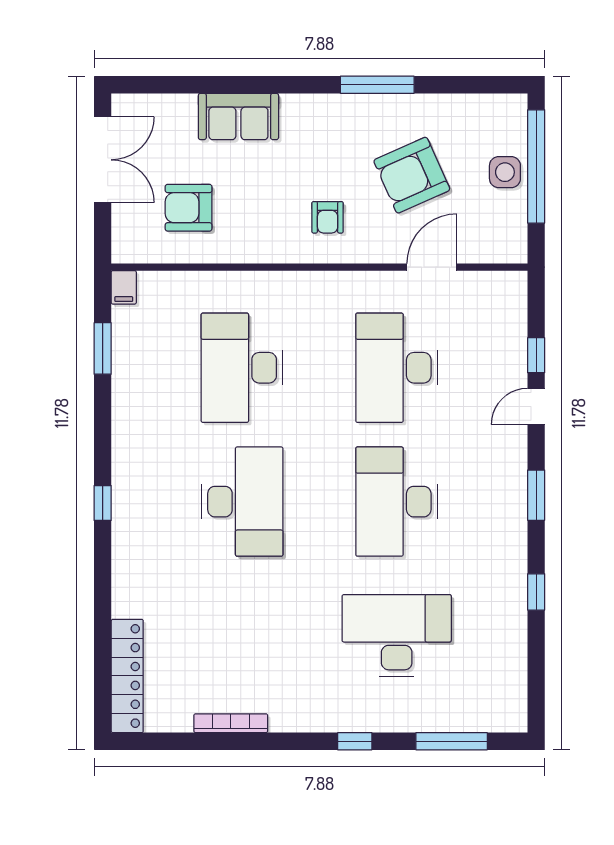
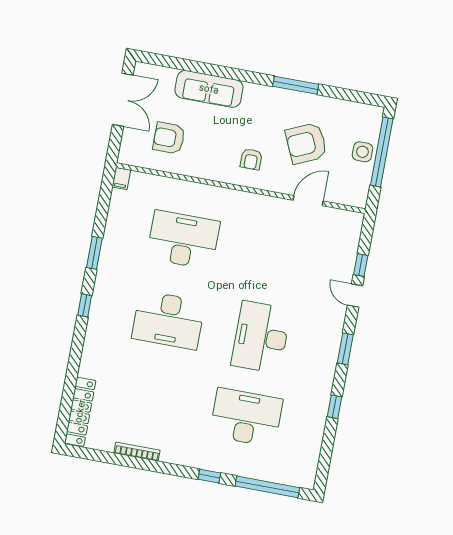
sofa: (238, 116) -> (209, 89), width x1.36
window: (103, 348) -> (94, 253), moved
desk: (242, 368) -> (183, 240), turned 90
desk: (397, 368) -> (276, 257), removed
door: (536, 406) -> (355, 296), hinge flipped
desk: (242, 502) -> (168, 320), turned 90
window: (452, 741) -> (267, 487), width x1.46

